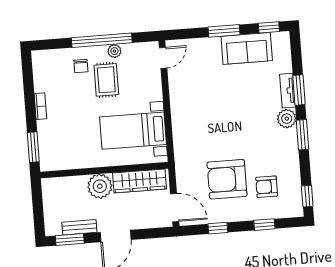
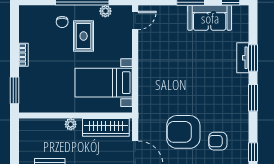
plant: (114, 51) -> (105, 11), moved
plant: (287, 119) -> (240, 82), removed
plant: (100, 186) -> (71, 124), width x0.53, depth x0.53

